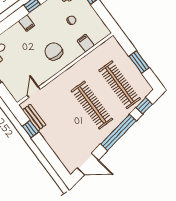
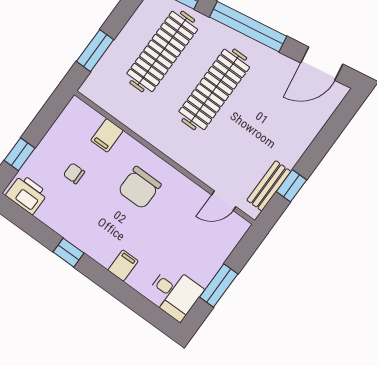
filing cabinet: (27, 23) -> (123, 266), moved
window: (139, 62) -> (95, 51), moved
door: (88, 164) -> (322, 64), swing flipped

